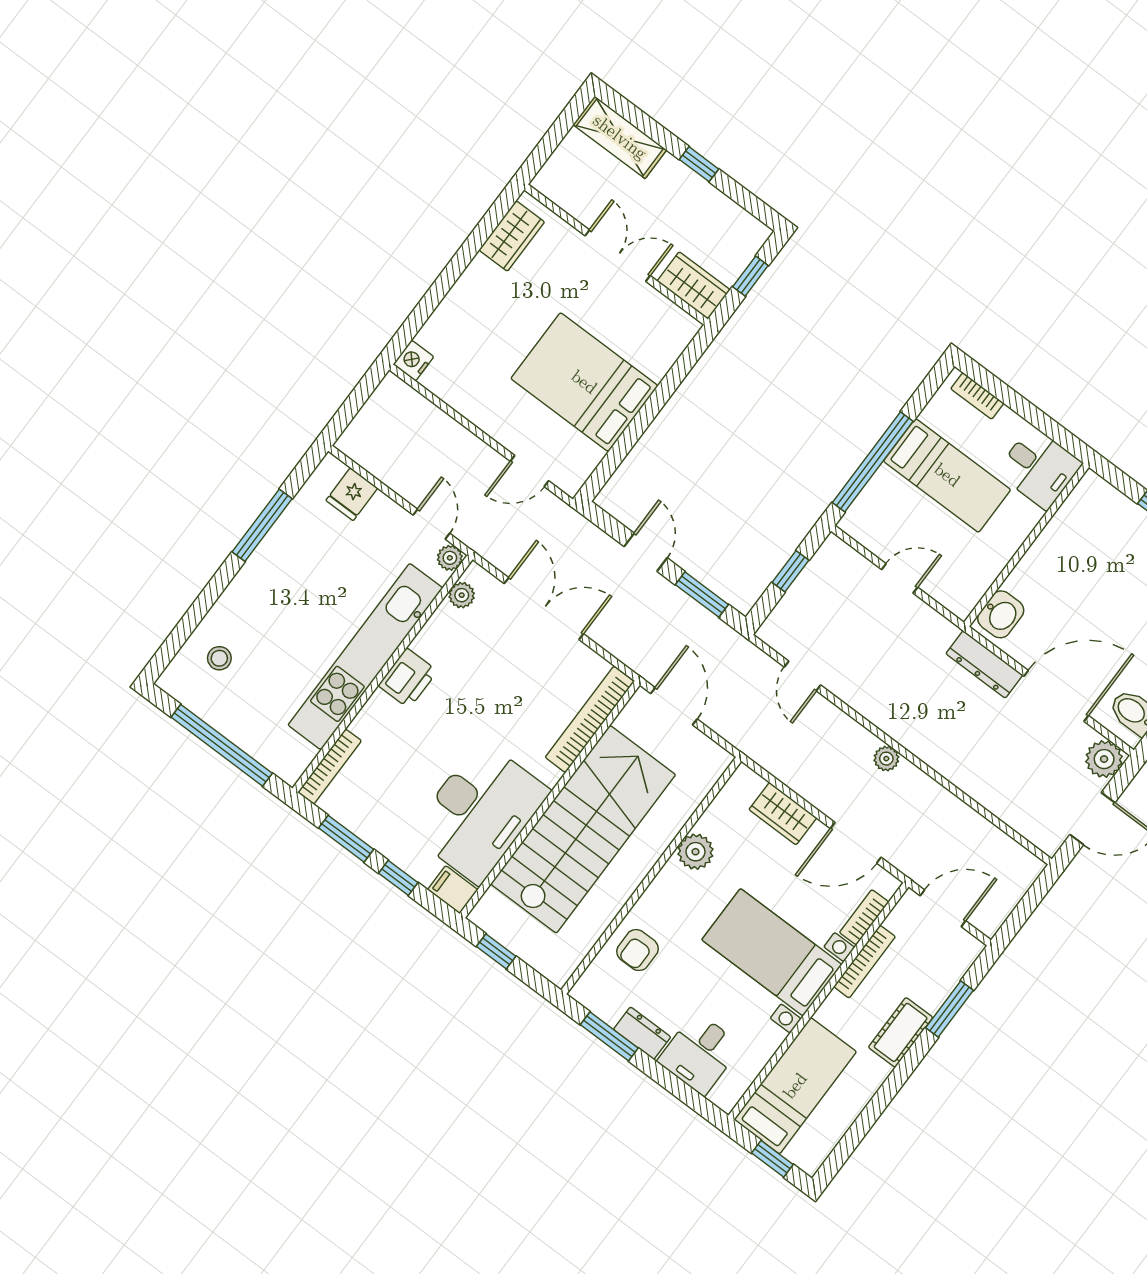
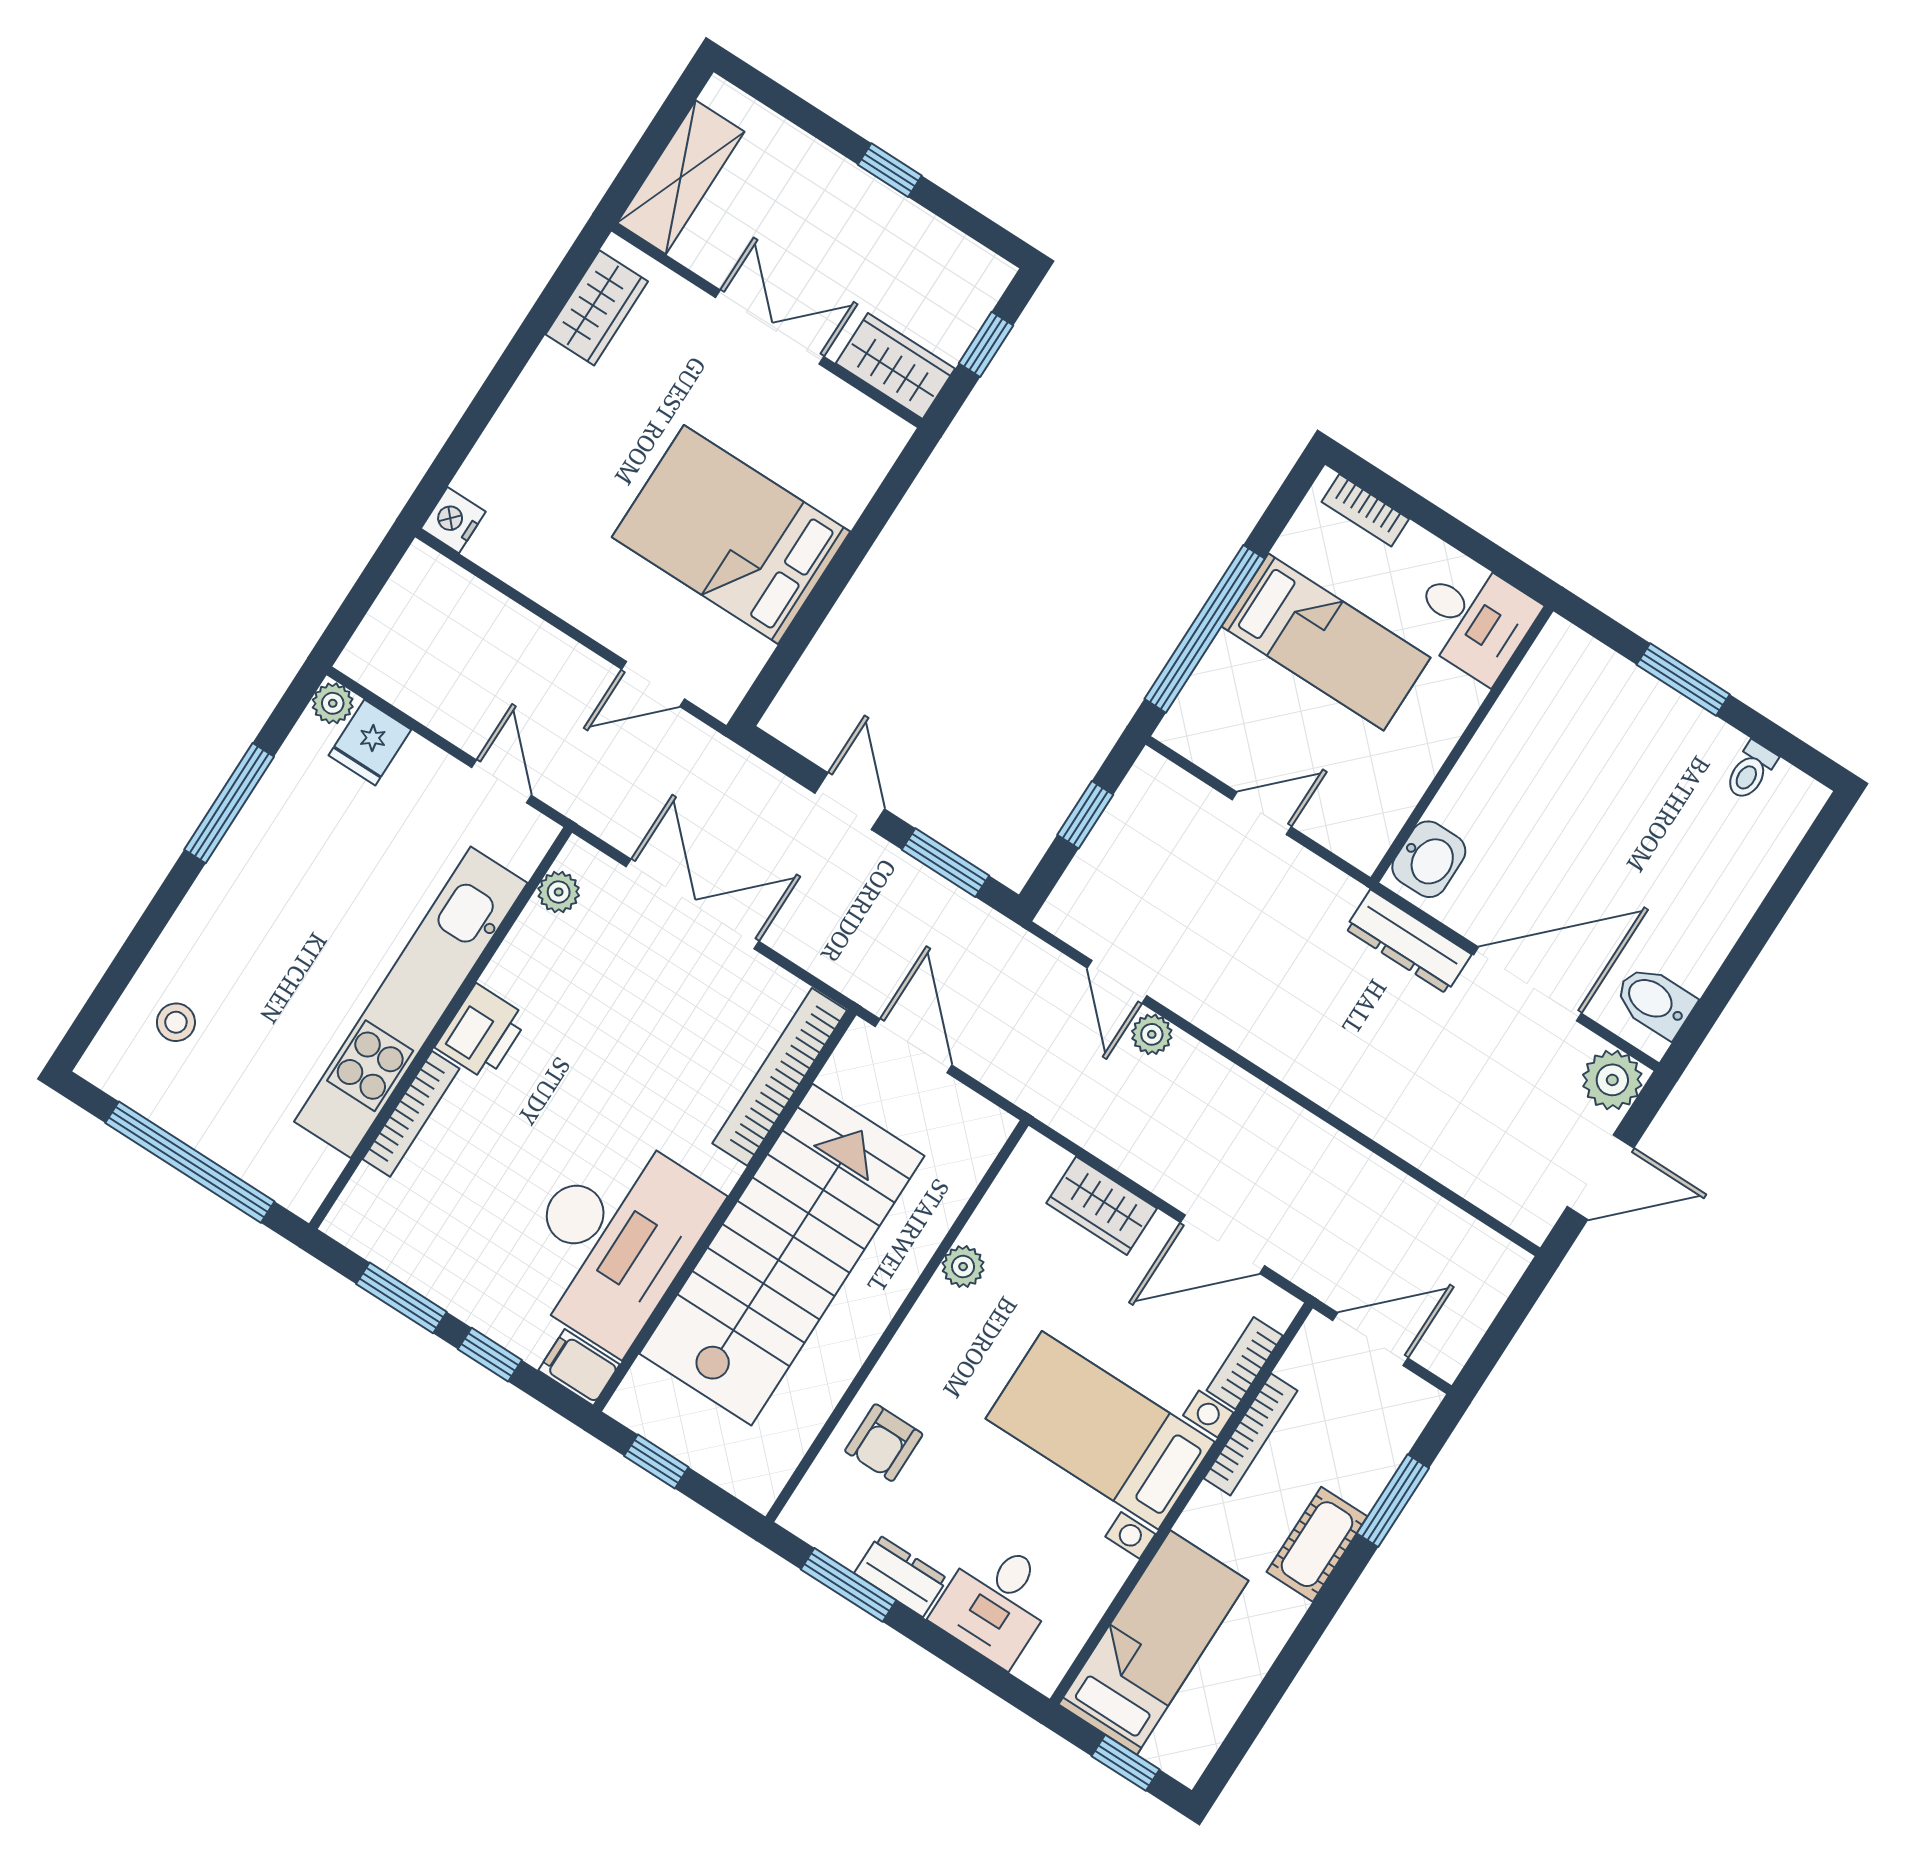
shelving: (620, 137) -> (681, 177), moved, turned 90
plant: (450, 558) -> (333, 703), moved
plant: (886, 759) -> (1152, 1034), moved
bookcase: (330, 767) -> (411, 1114), moved
plant: (695, 852) -> (963, 1267), width x0.73, depth x0.73

